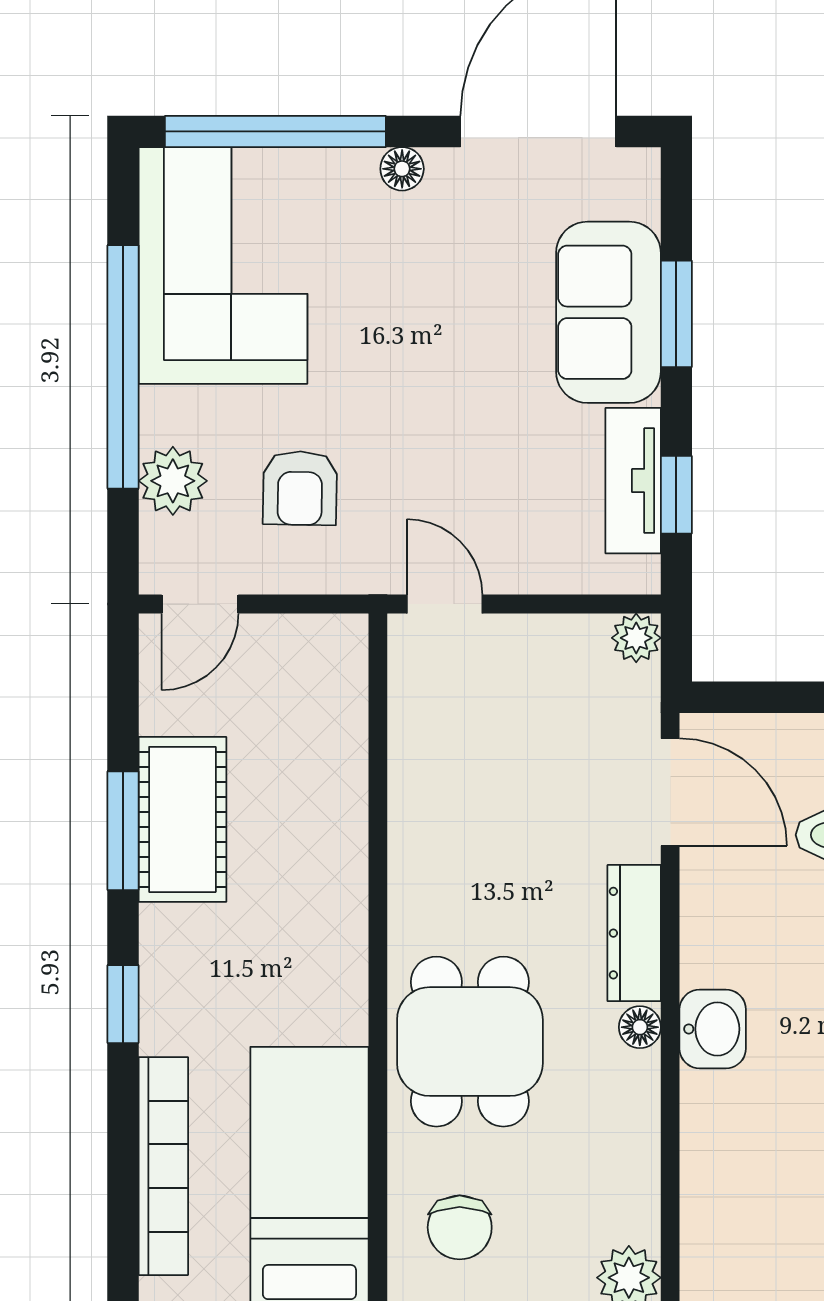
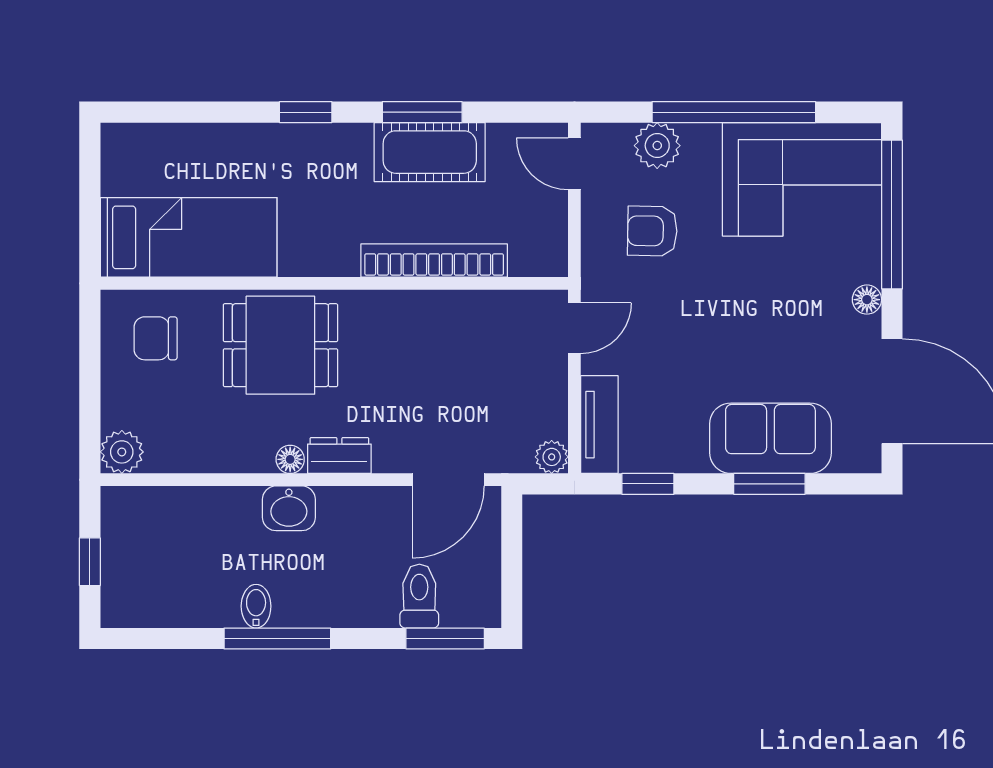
tv unit: (633, 481) -> (599, 425), moved, turned 90
dresser: (634, 933) -> (339, 456), width x0.70
bookcase: (163, 1166) -> (434, 260), moved, turned 180

